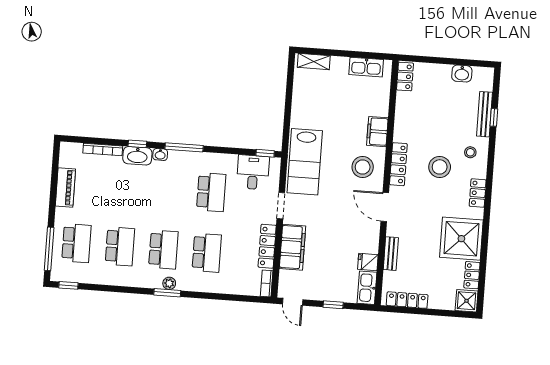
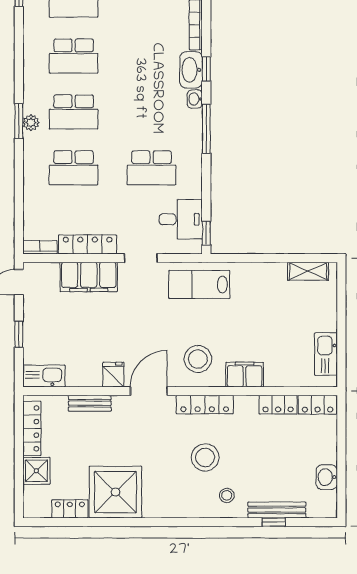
shelving: (314, 62) -> (308, 271), moved, turned 90
lab bench: (305, 162) -> (199, 284), width x0.73, depth x0.72
locker: (478, 193) -> (278, 405), moved, turned 180
fridge: (368, 262) -> (113, 375), moved
shower: (467, 301) -> (36, 471), moved

